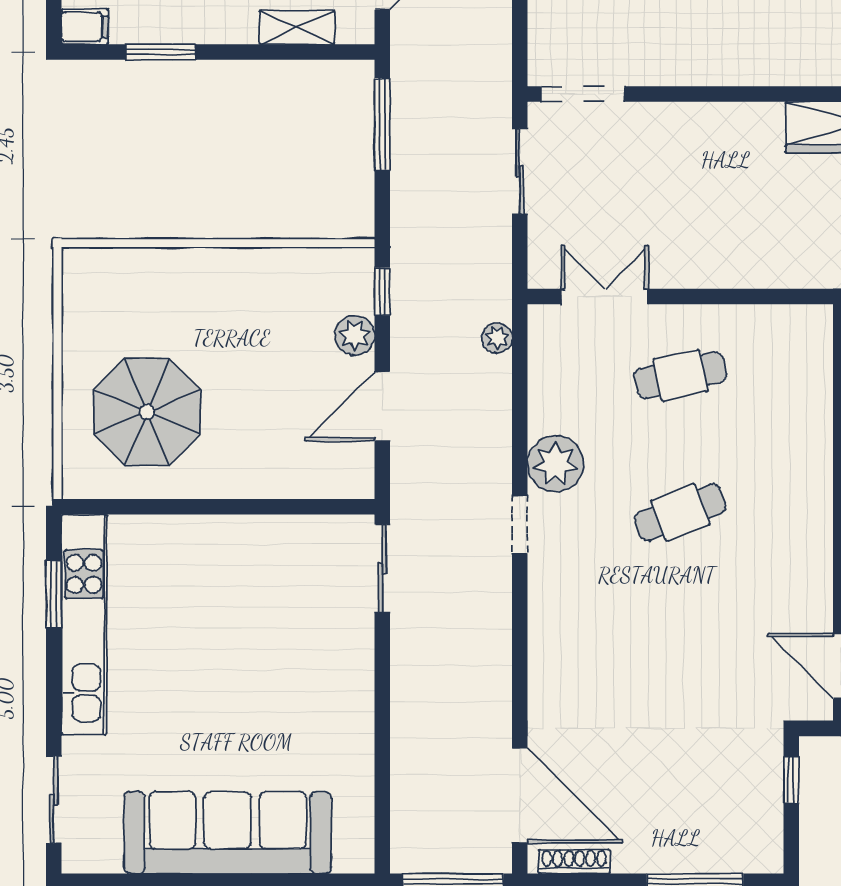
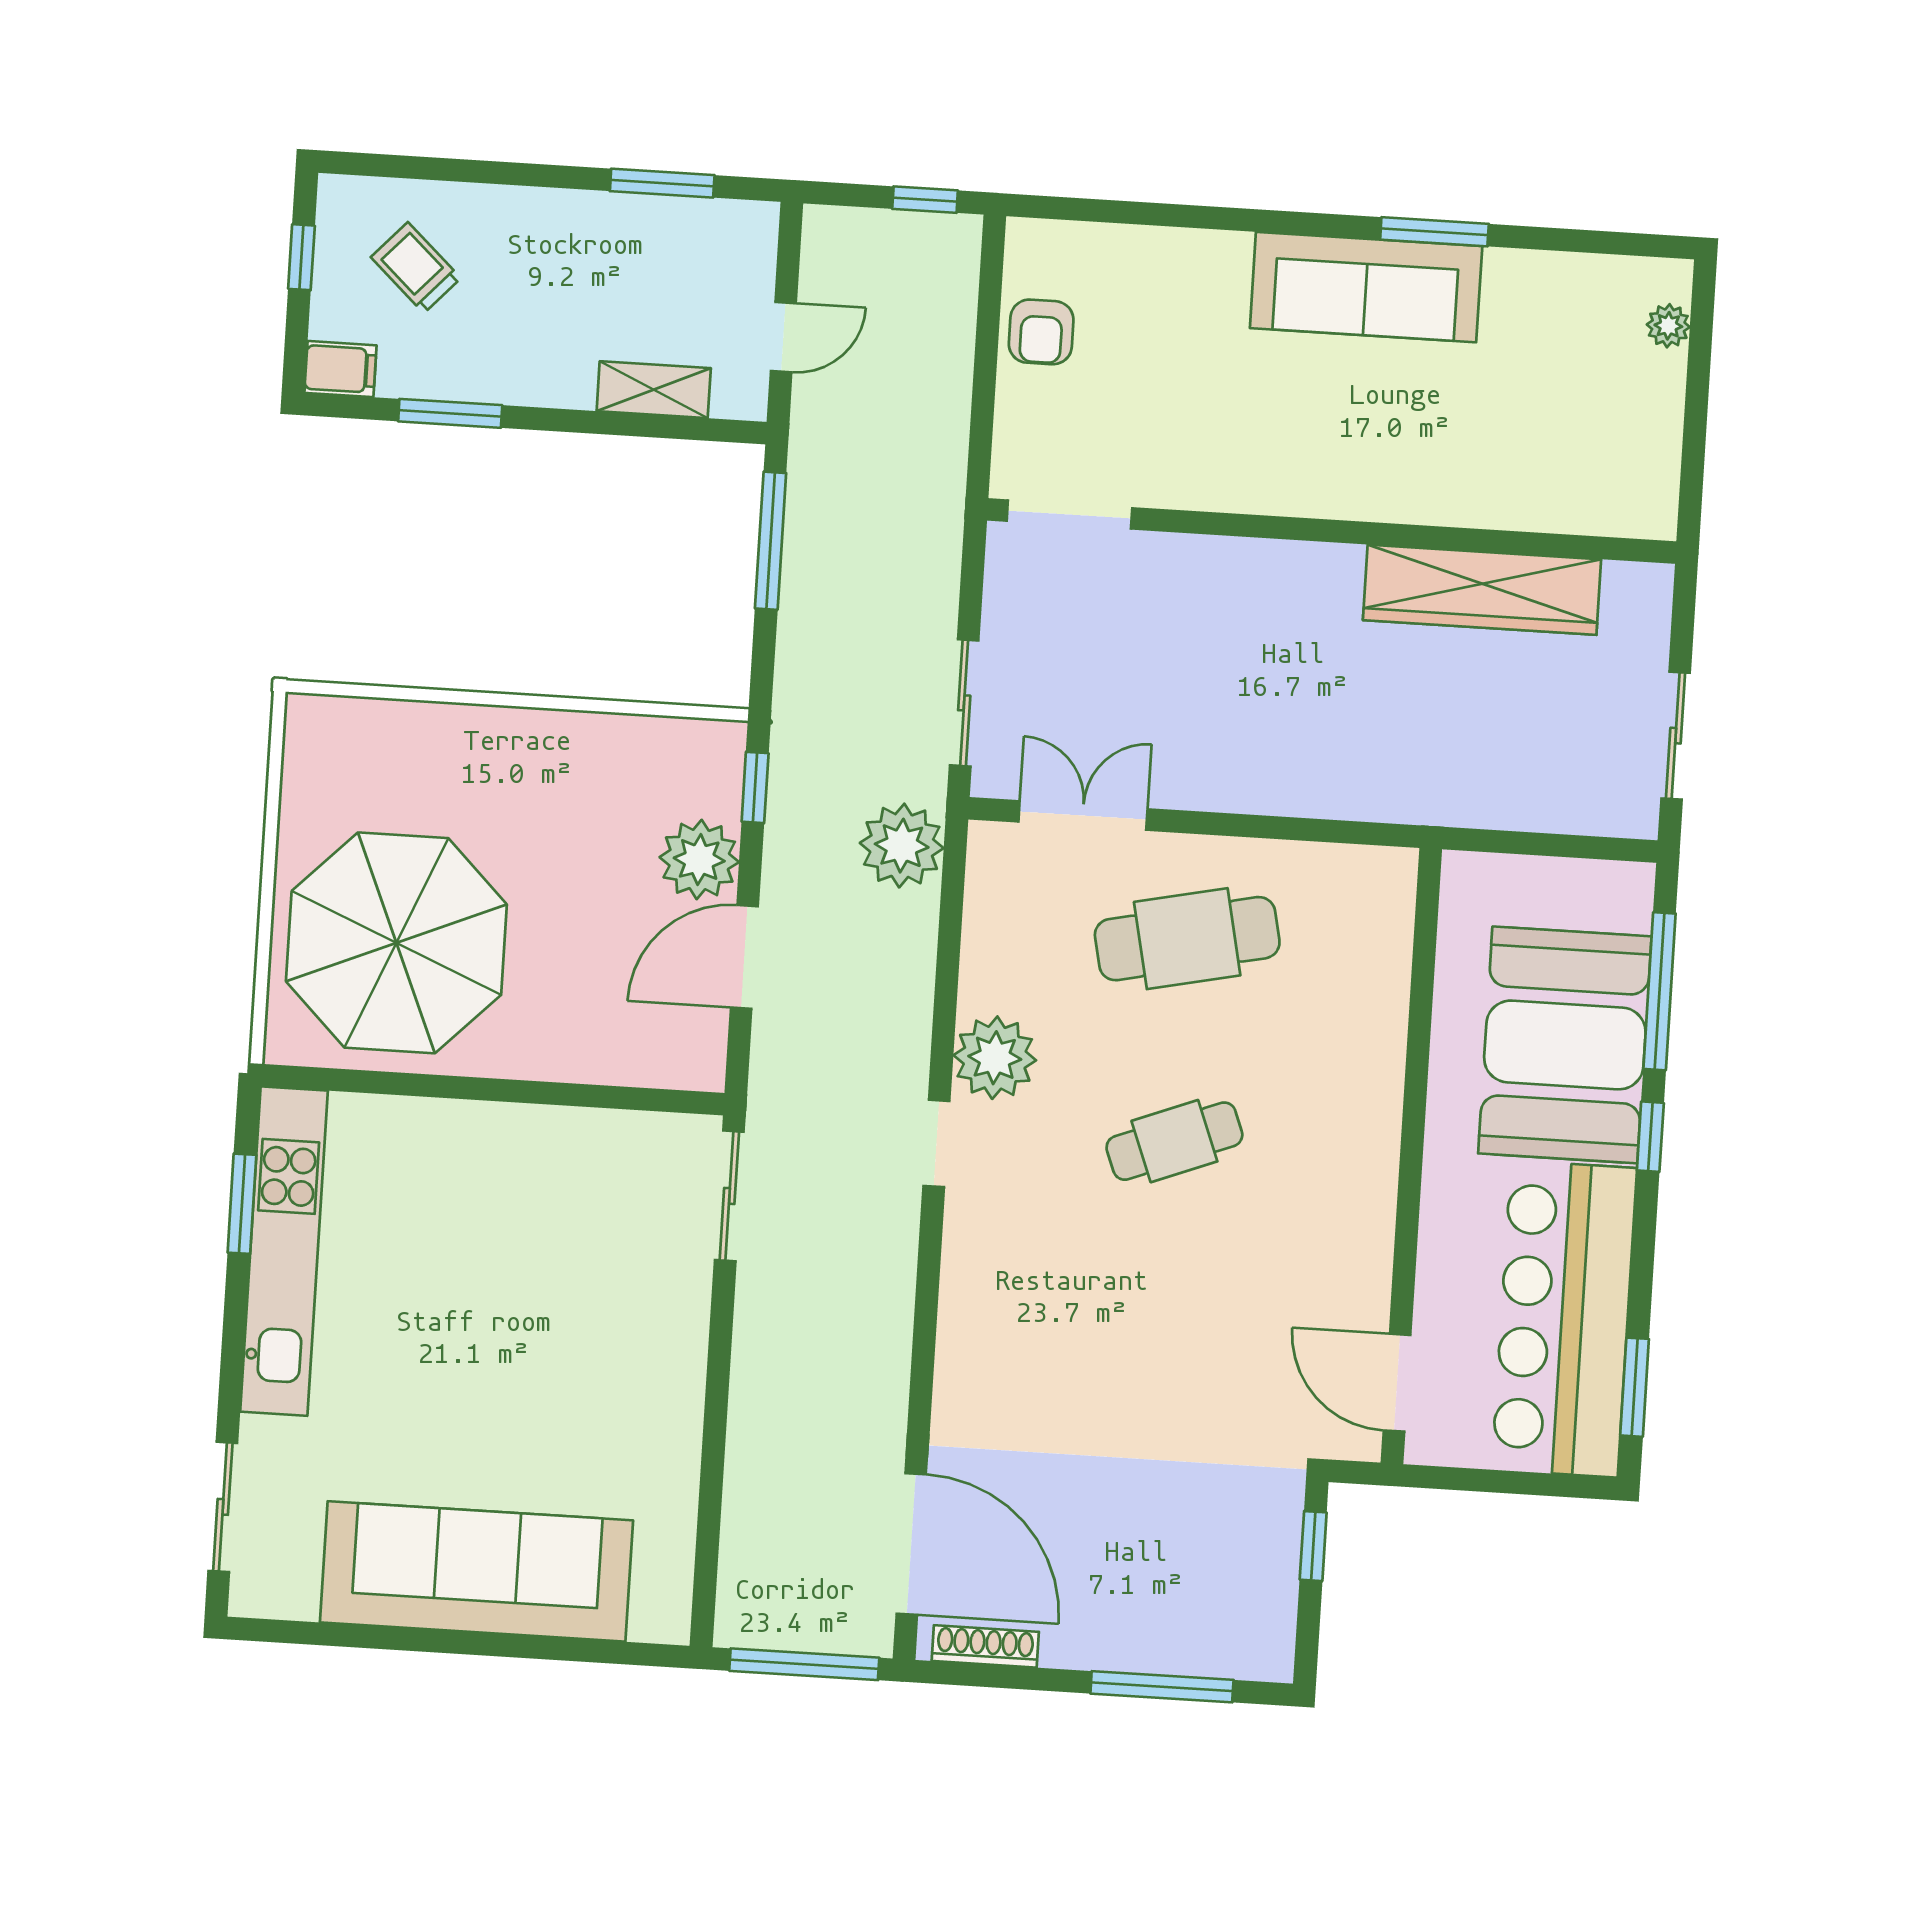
sliding door: (520, 171) -> (964, 703), moved
plant: (355, 335) -> (699, 860), width x1.36, depth x1.36
plant: (497, 338) -> (902, 846), width x1.87, depth x1.87
cafe table: (680, 375) -> (1187, 939), width x1.37, depth x1.35
parasol: (147, 412) -> (396, 943), width x1.36, depth x1.36

